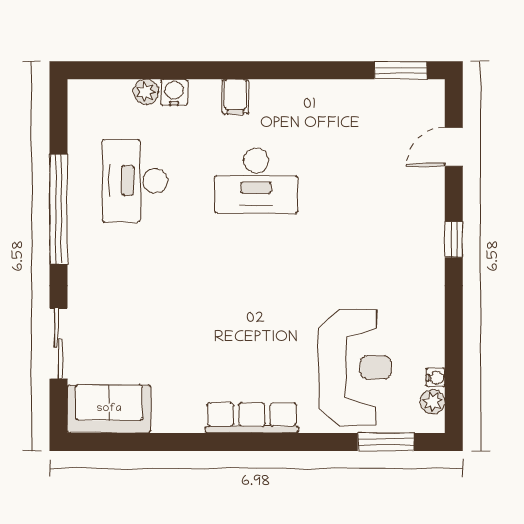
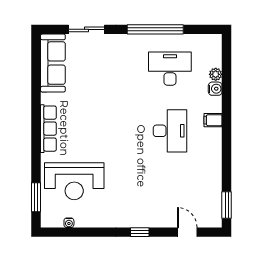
desk: (256, 181) -> (170, 131), turned 180
plant: (433, 402) -> (57, 221), removed
sofa: (109, 409) -> (53, 63), width x1.36

